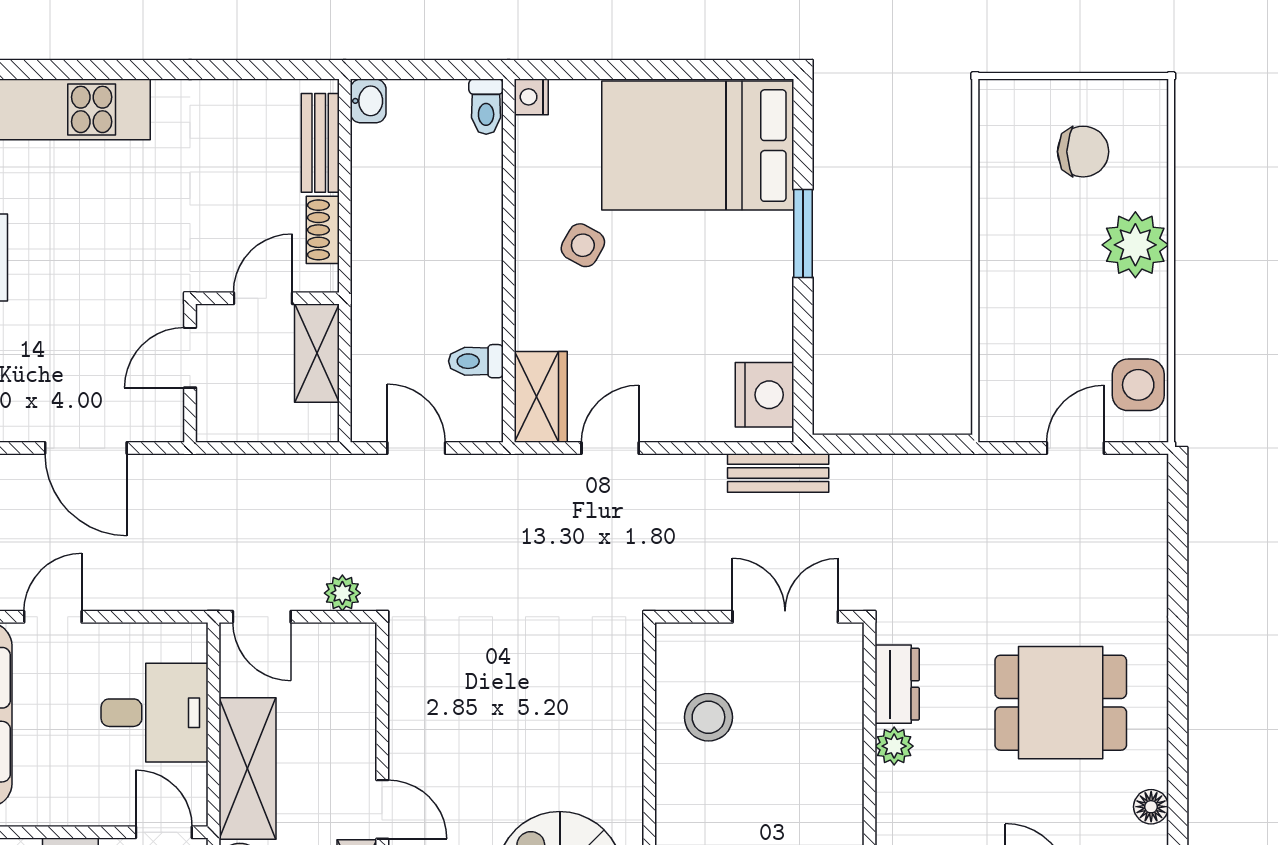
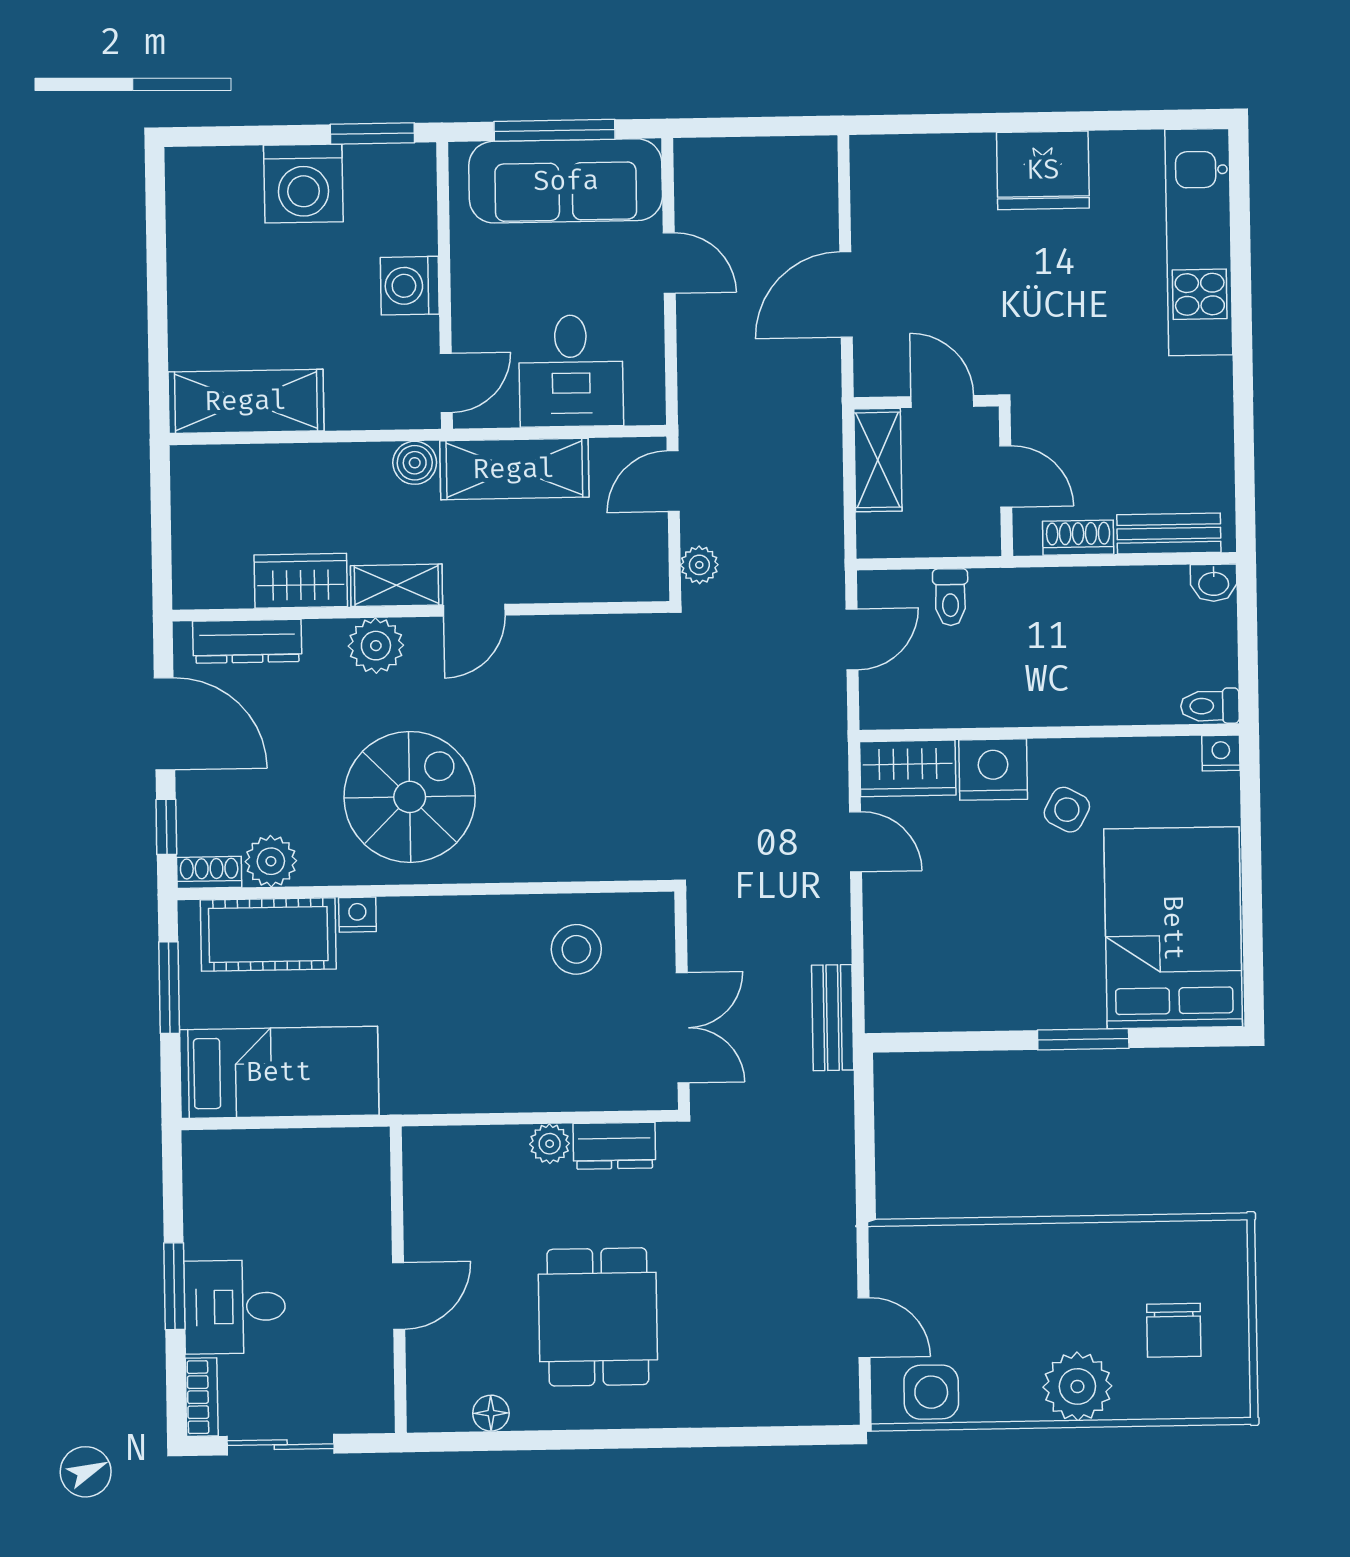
shelving: (317, 353) -> (878, 460), moved, turned 90
toilet: (476, 361) -> (950, 597), moved, turned 180
nightstand: (765, 395) -> (993, 770), moved, turned 180

